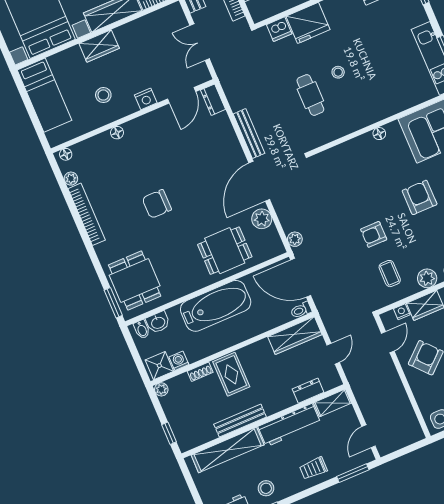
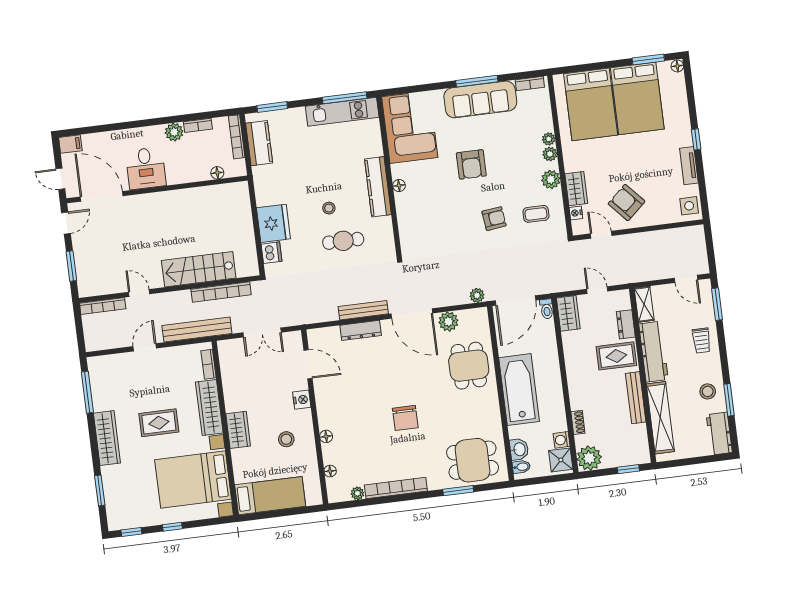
dresser: (213, 100) -> (361, 330), moved, width x1.44
kitchen counter: (372, 114) -> (378, 187), added
floor lamp: (66, 154) -> (330, 471), moved
armchair: (420, 197) -> (471, 164), turned -90
armchair: (374, 234) -> (494, 219), turned -97
window: (113, 303) -> (458, 491), moved
wardrobe: (295, 336) -> (568, 313), width x0.67
rug: (231, 374) -> (616, 356), moved
plant: (161, 389) -> (589, 458), width x1.88, depth x1.88

